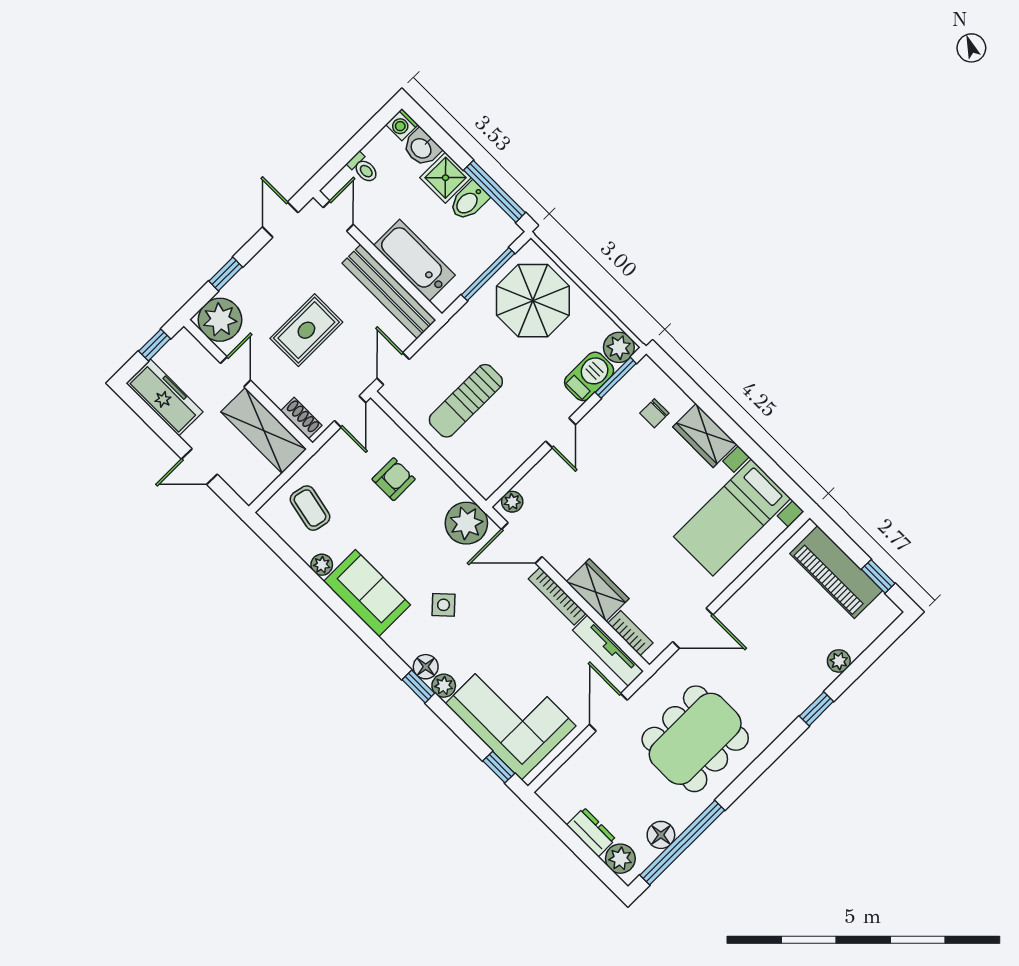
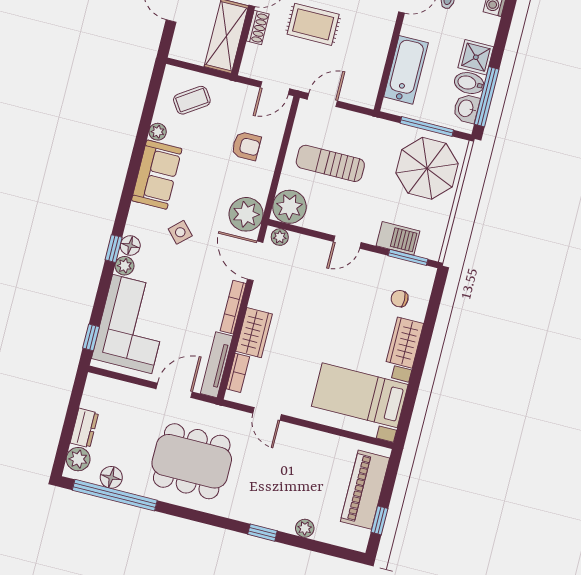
washbasin: (422, 148) -> (466, 108), moved
bench: (389, 292) -> (374, 65), removed
plant: (619, 347) -> (289, 207), moved, width x1.36, depth x1.36
shoe rack: (301, 418) -> (258, 28), moved
coffee table: (310, 508) -> (192, 100), turned 44
door: (693, 628) -> (267, 414), width x0.73

